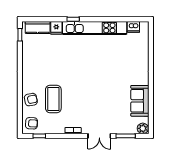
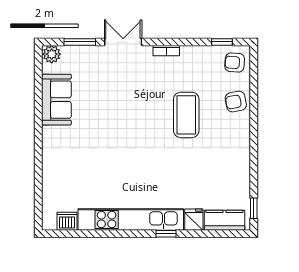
coffee table: (53, 99) -> (186, 115), moved

